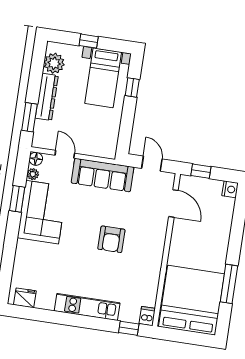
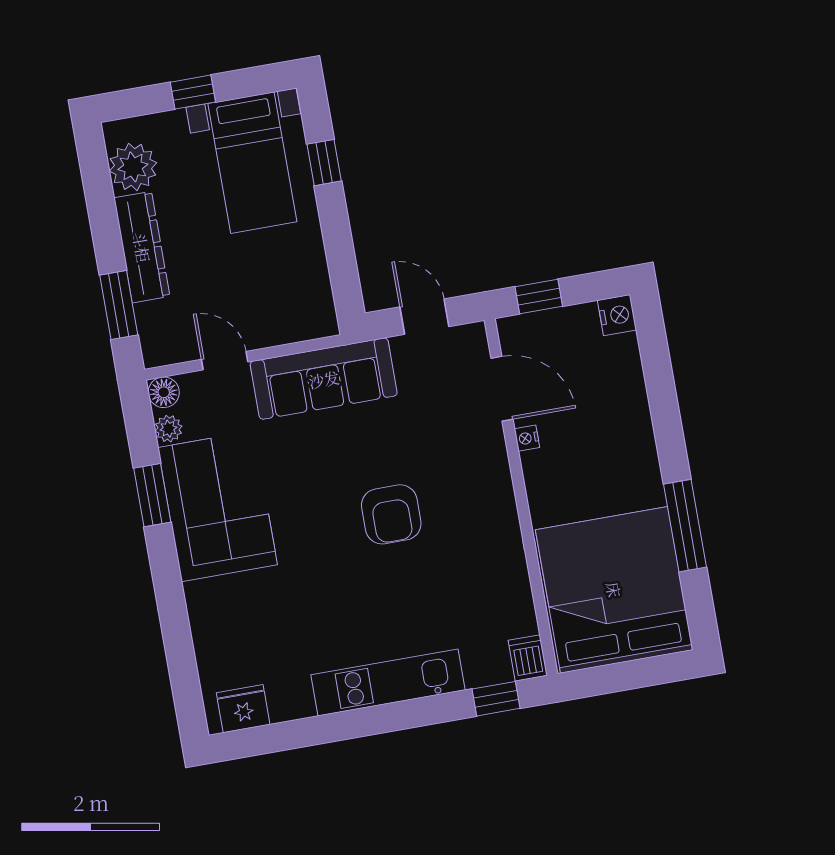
nightstand: (177, 227) -> (527, 438), added

